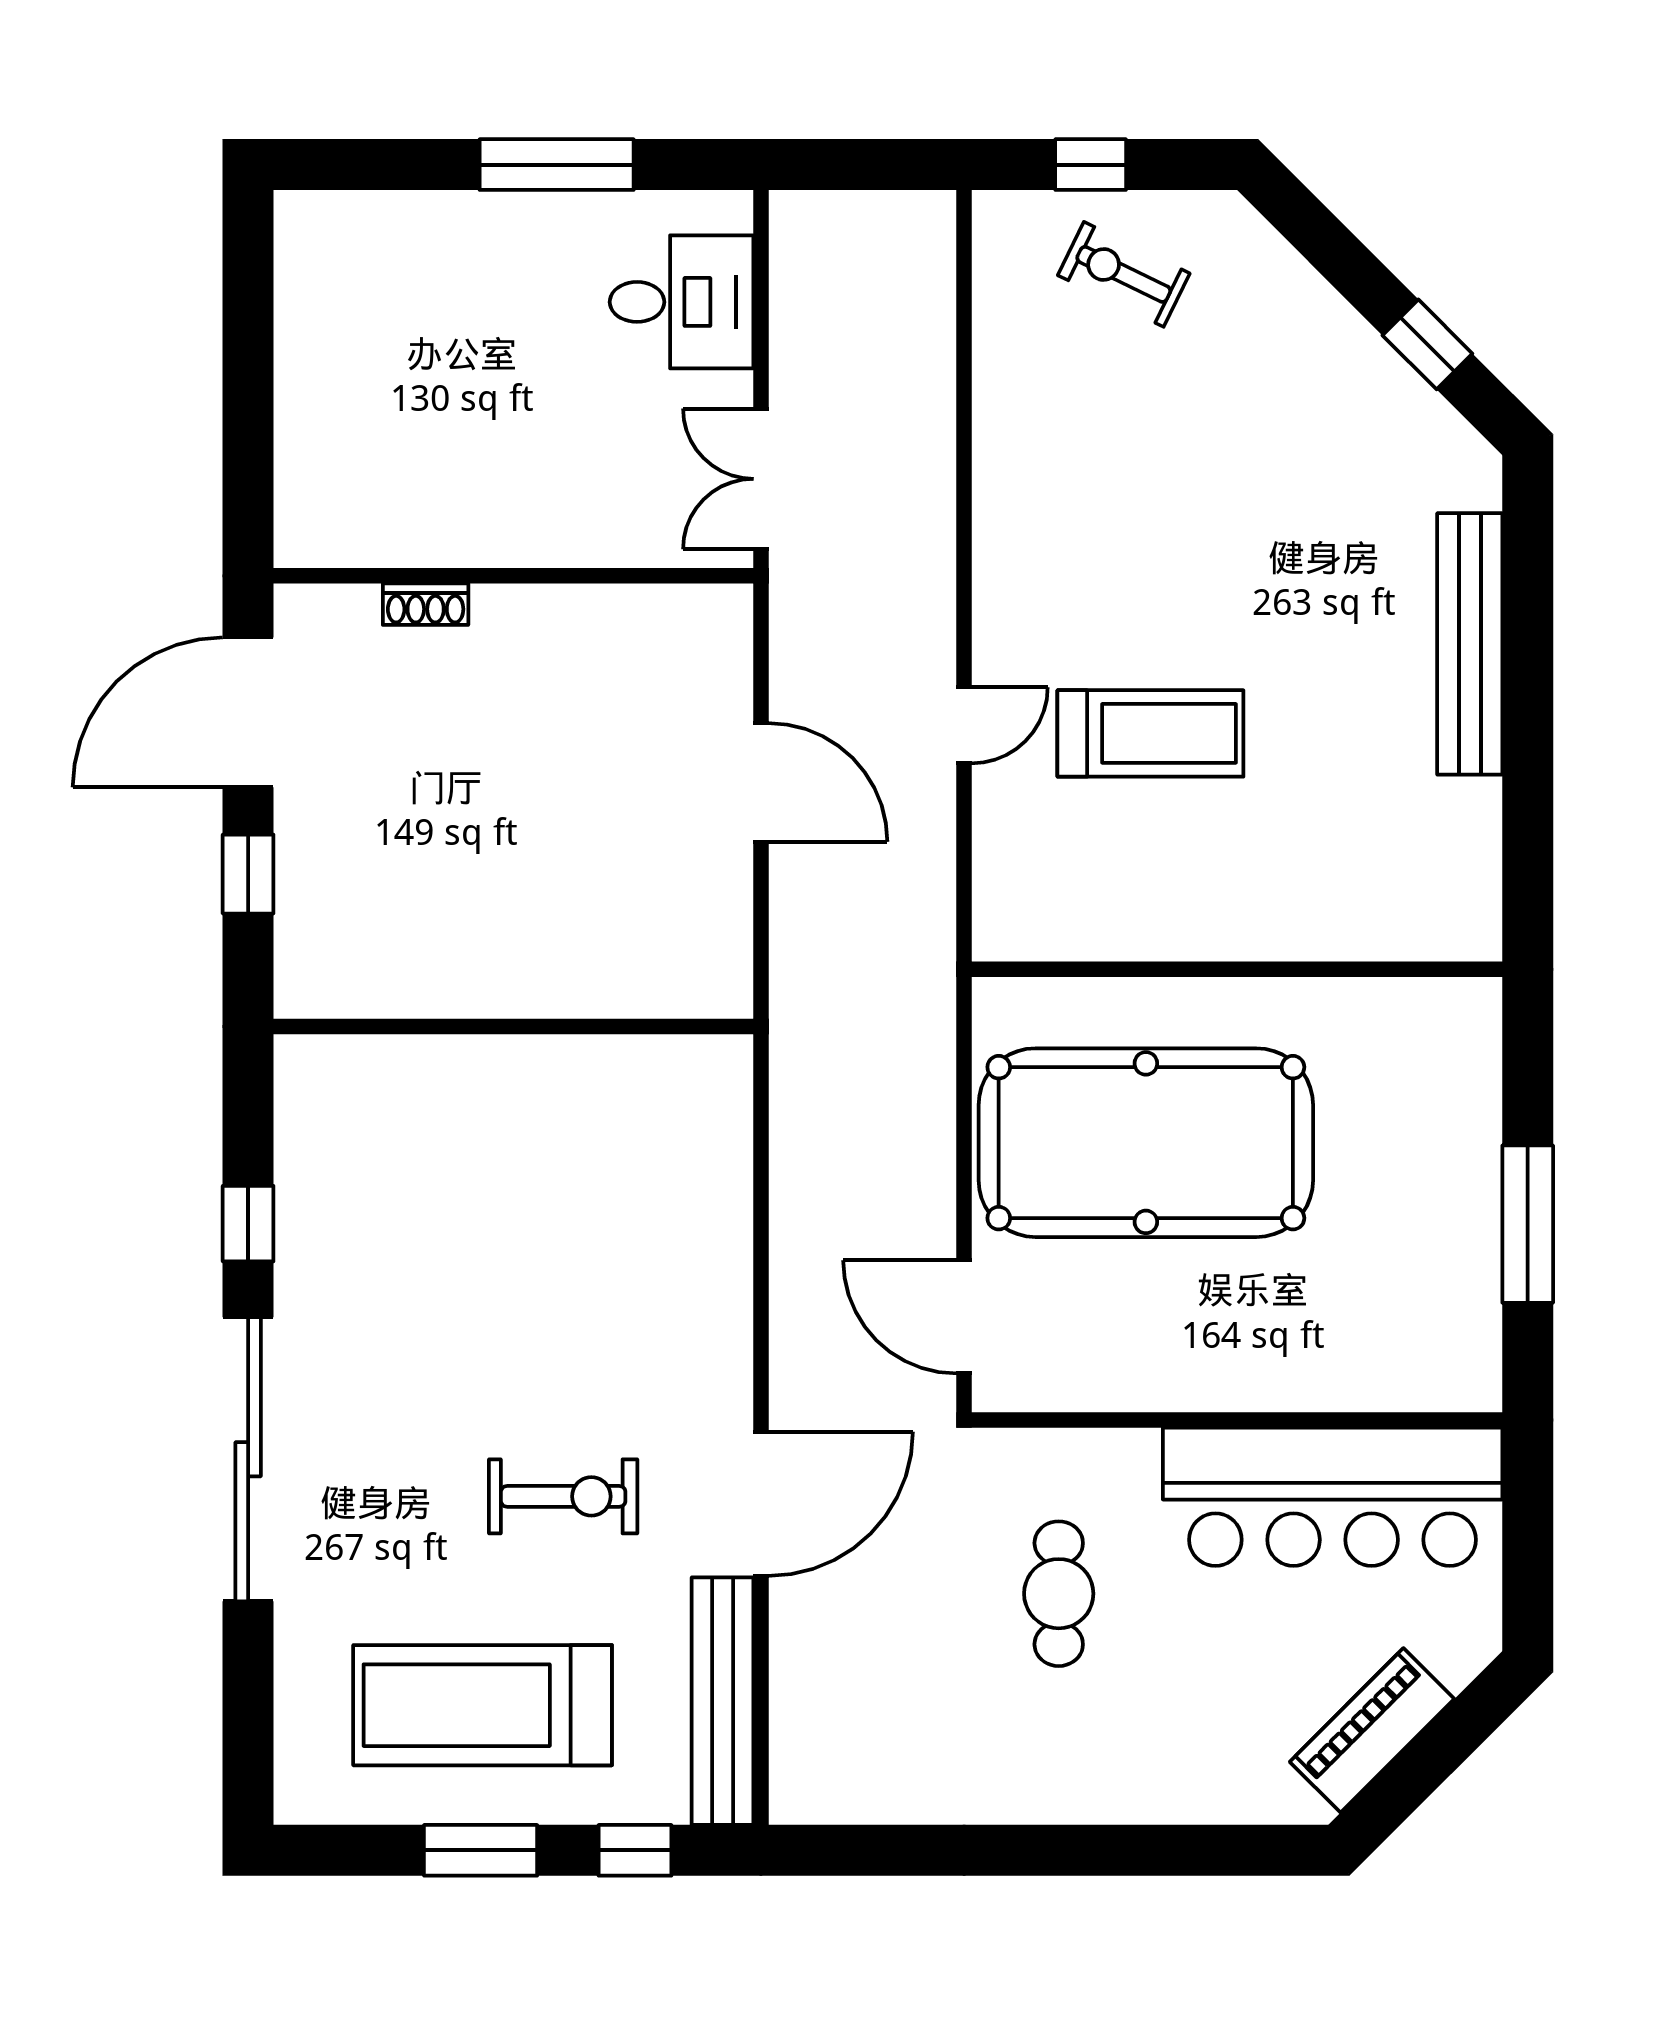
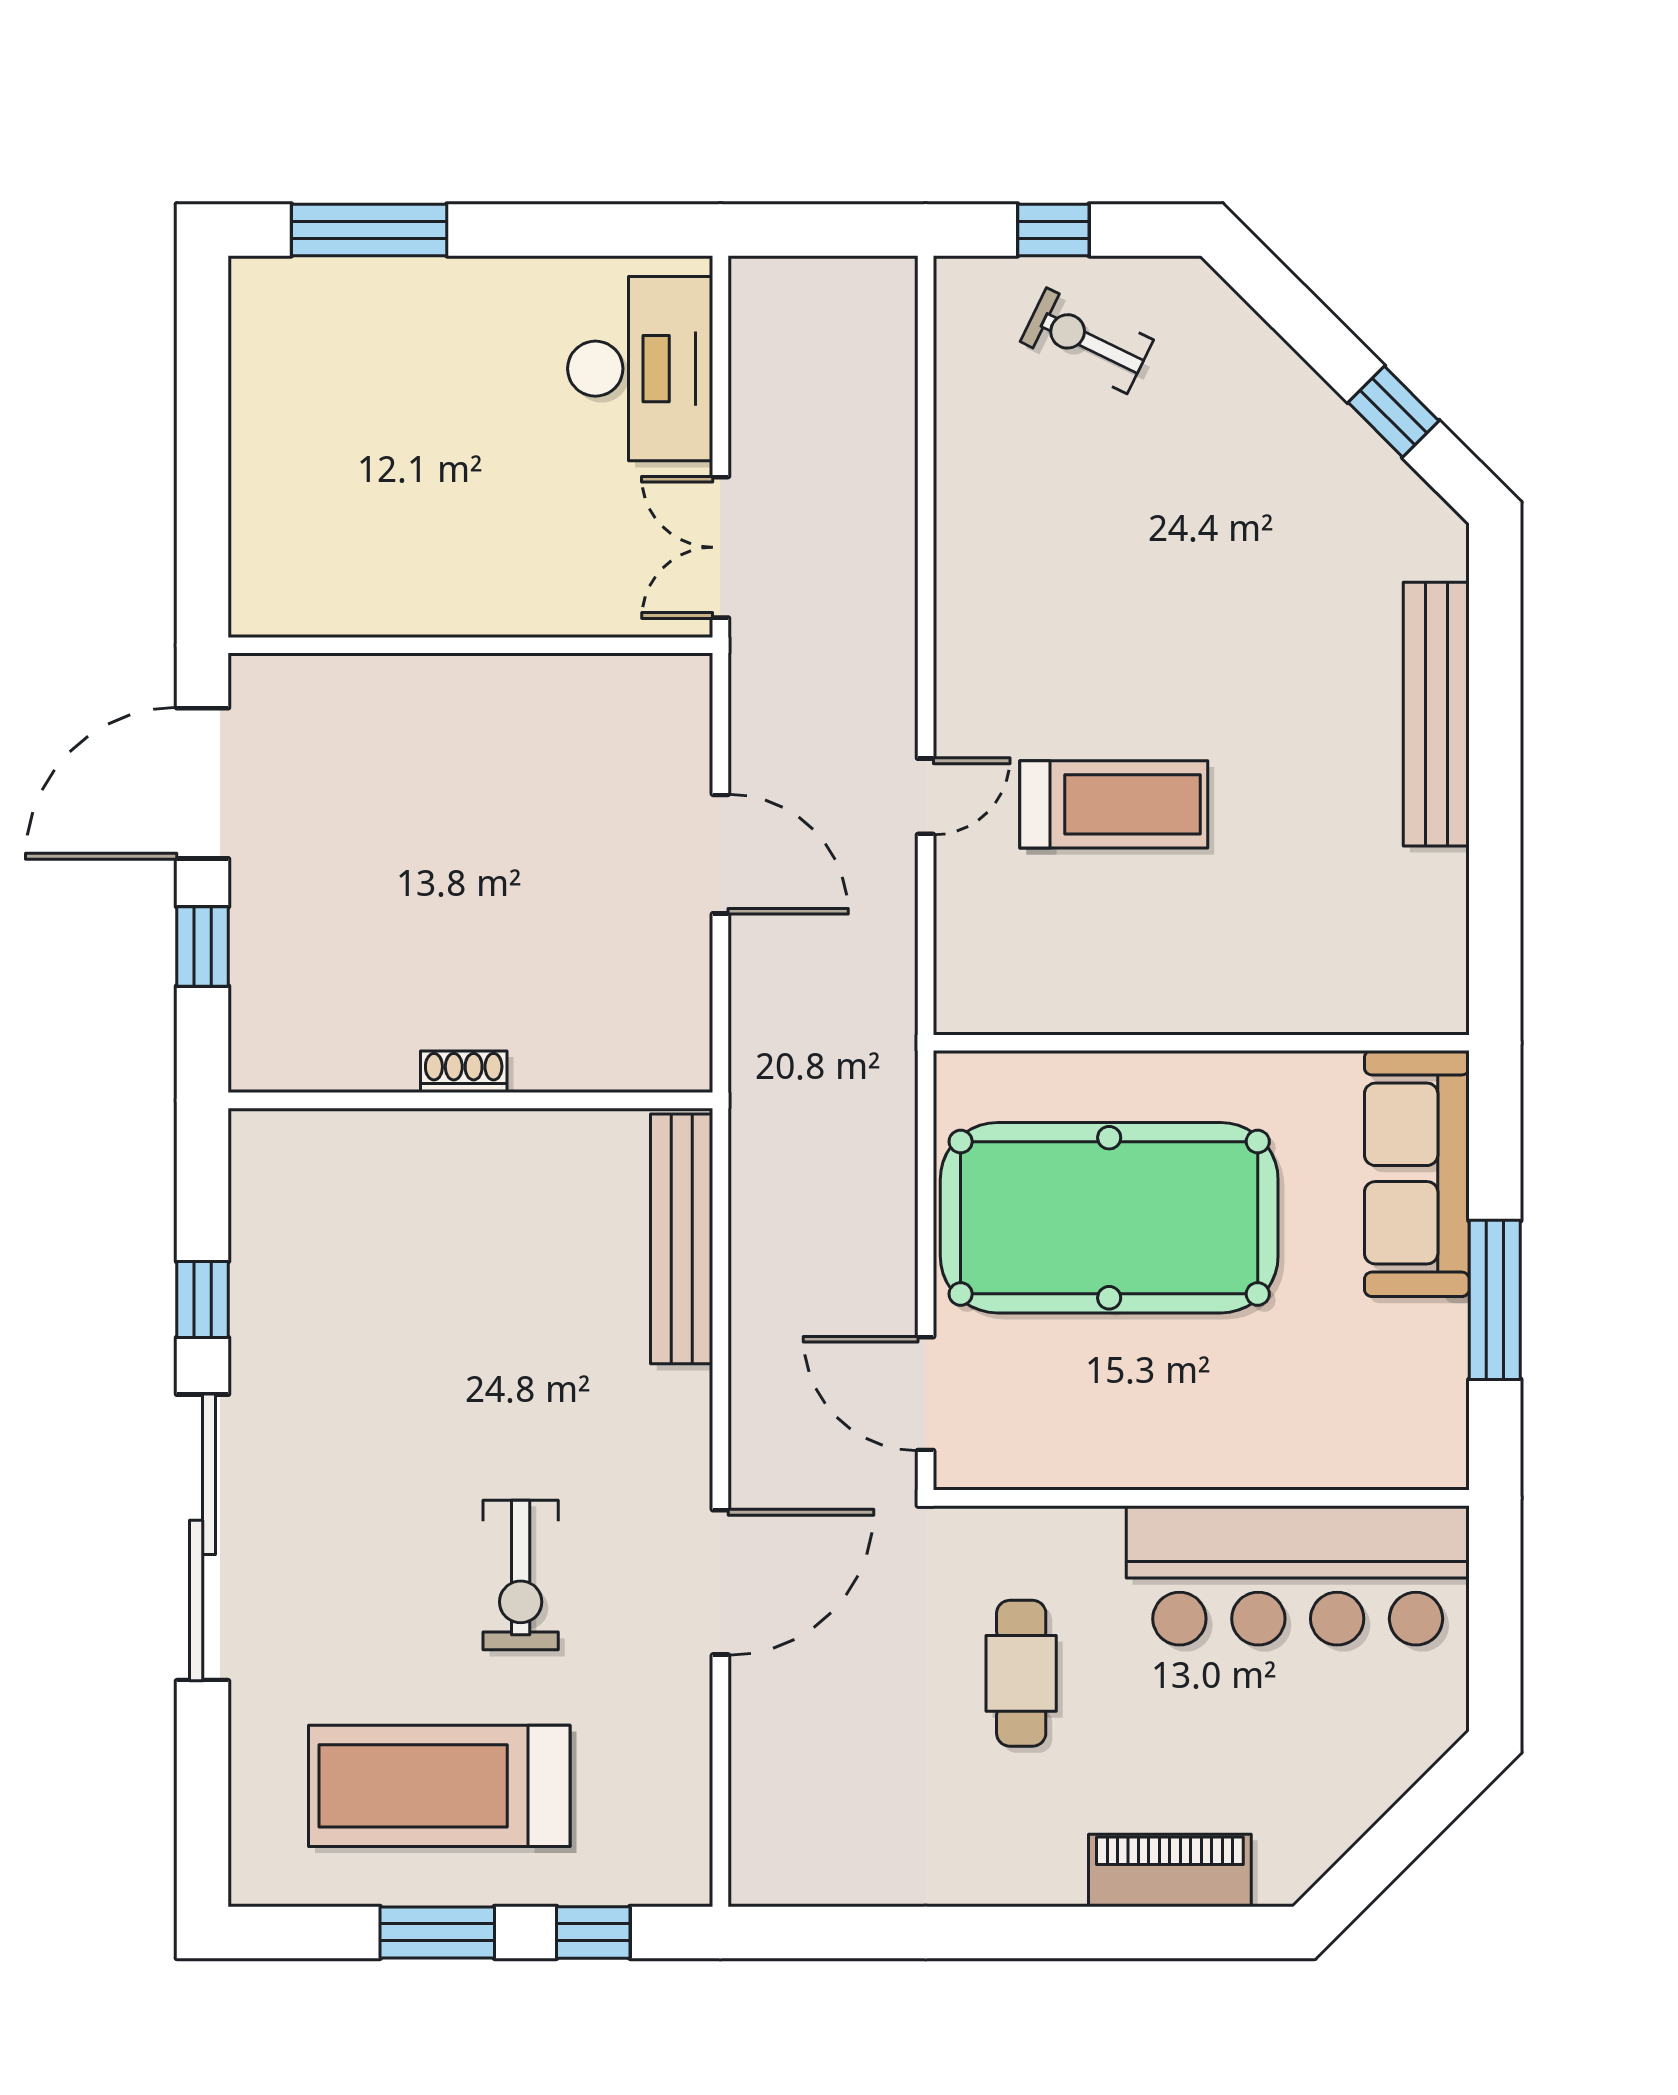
window: (557, 165) -> (369, 230), moved
desk: (682, 302) -> (640, 369), width x1.37
shoe rack: (426, 604) -> (464, 1072), moved, turned 180
sofa: (1450, 1099) -> (1417, 1174), added
exercise bike: (563, 1496) -> (521, 1575), turned 90
bench: (723, 1701) -> (682, 1239), moved
piano: (1372, 1730) -> (1170, 1870), moved, turned 45

